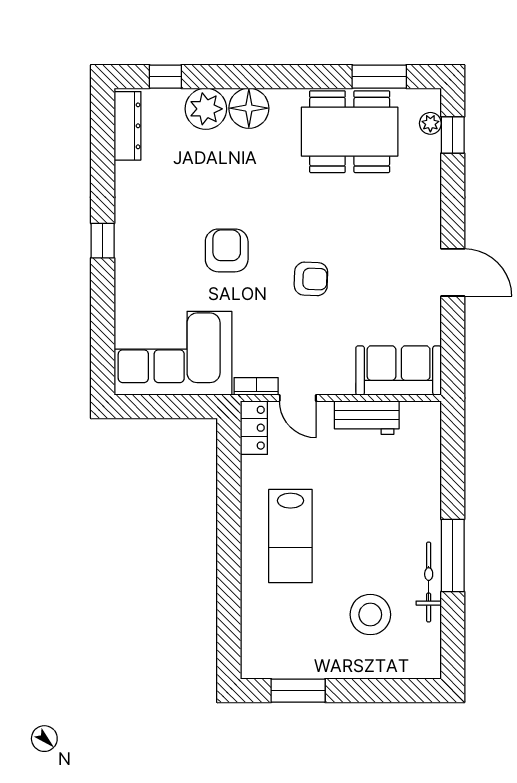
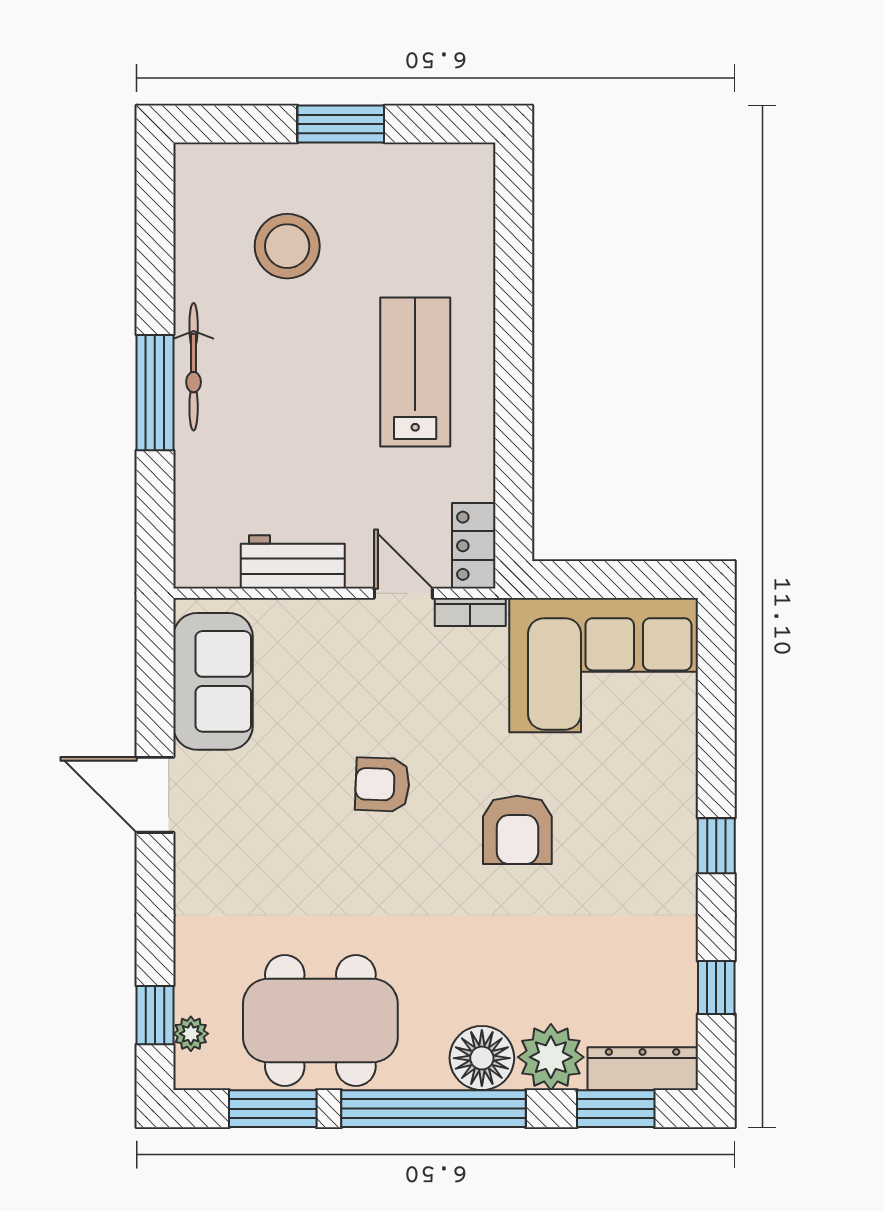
window: (165, 77) -> (616, 1109), width x1.50
window: (279, 77) -> (434, 1109), added
dresser: (128, 126) -> (643, 1069), moved, turned 90
window: (103, 152) -> (716, 987), added
sofa: (399, 370) -> (213, 681), moved, turned -90
window: (453, 556) -> (155, 393), moved
bicycle: (429, 582) -> (194, 367), moved
window: (298, 691) -> (341, 124), moved

